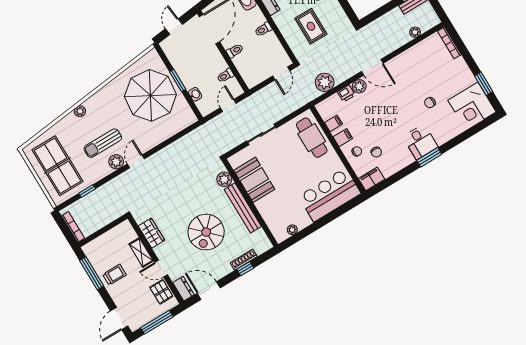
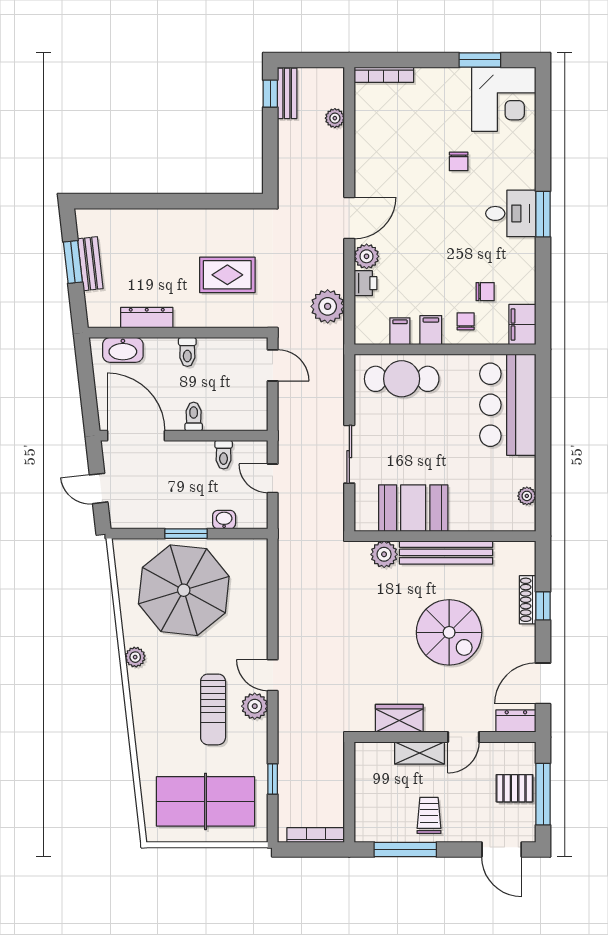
plant: (80, 111) -> (135, 657), moved
pallet: (161, 292) -> (515, 788), moved

